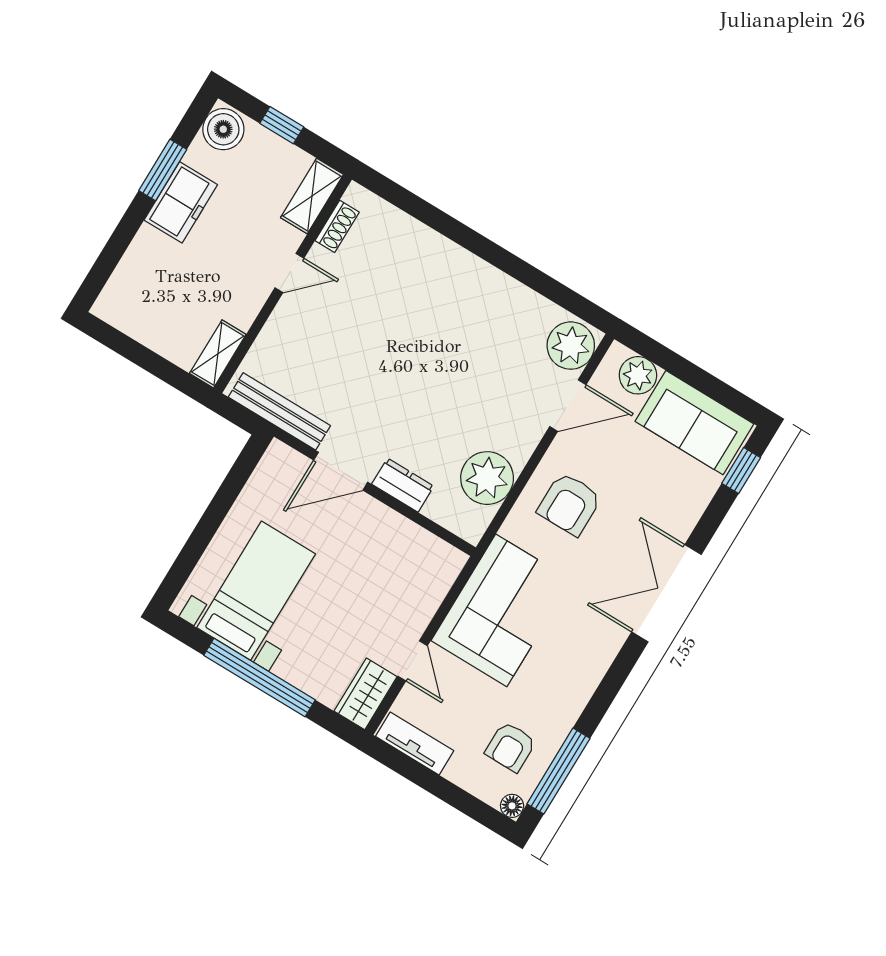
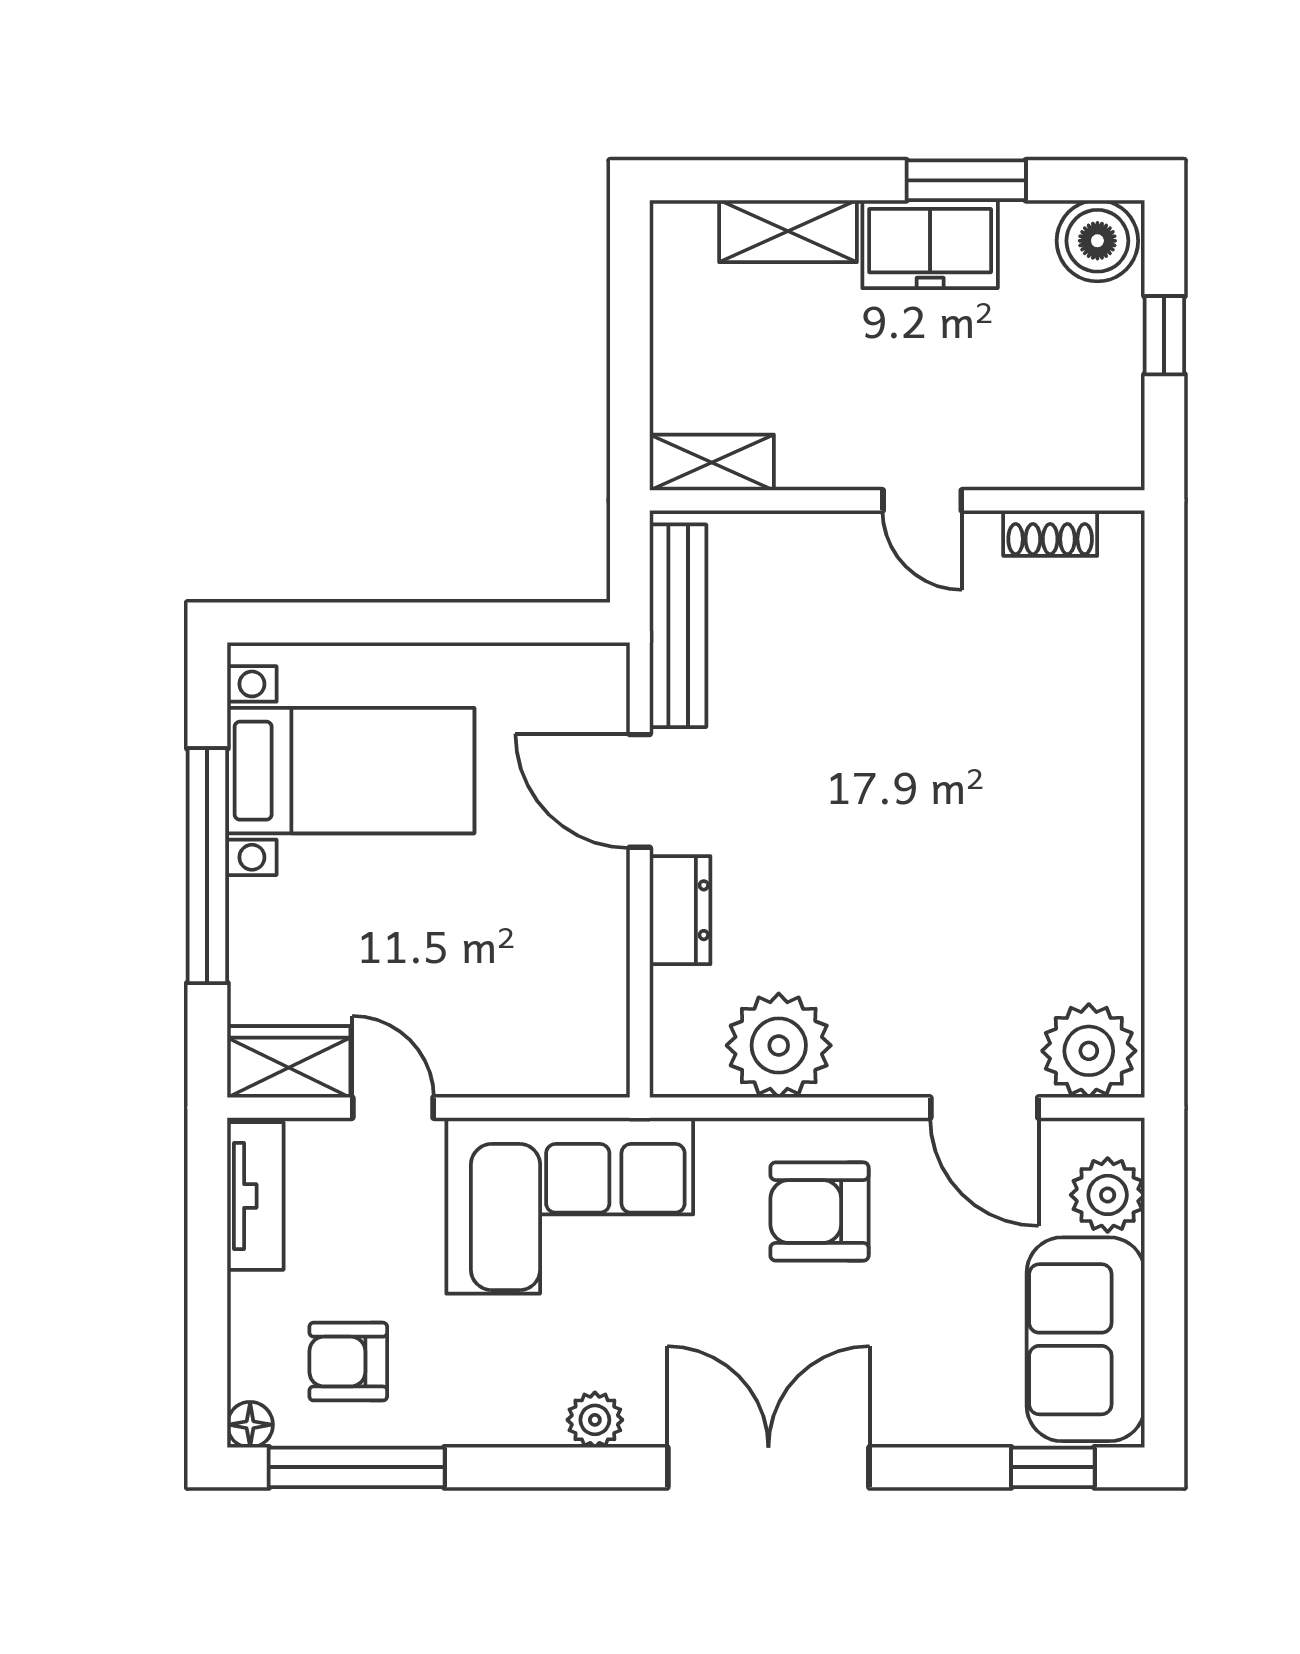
shelving: (312, 196) -> (788, 231), moved
plant: (600, 656) -> (595, 1420), added
door: (413, 661) -> (393, 1108), swing flipped

